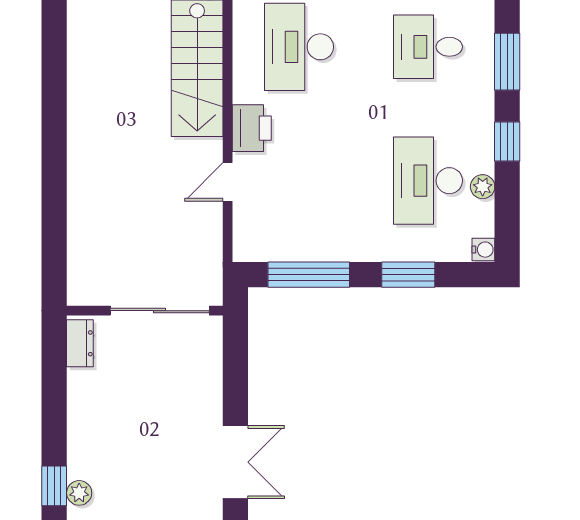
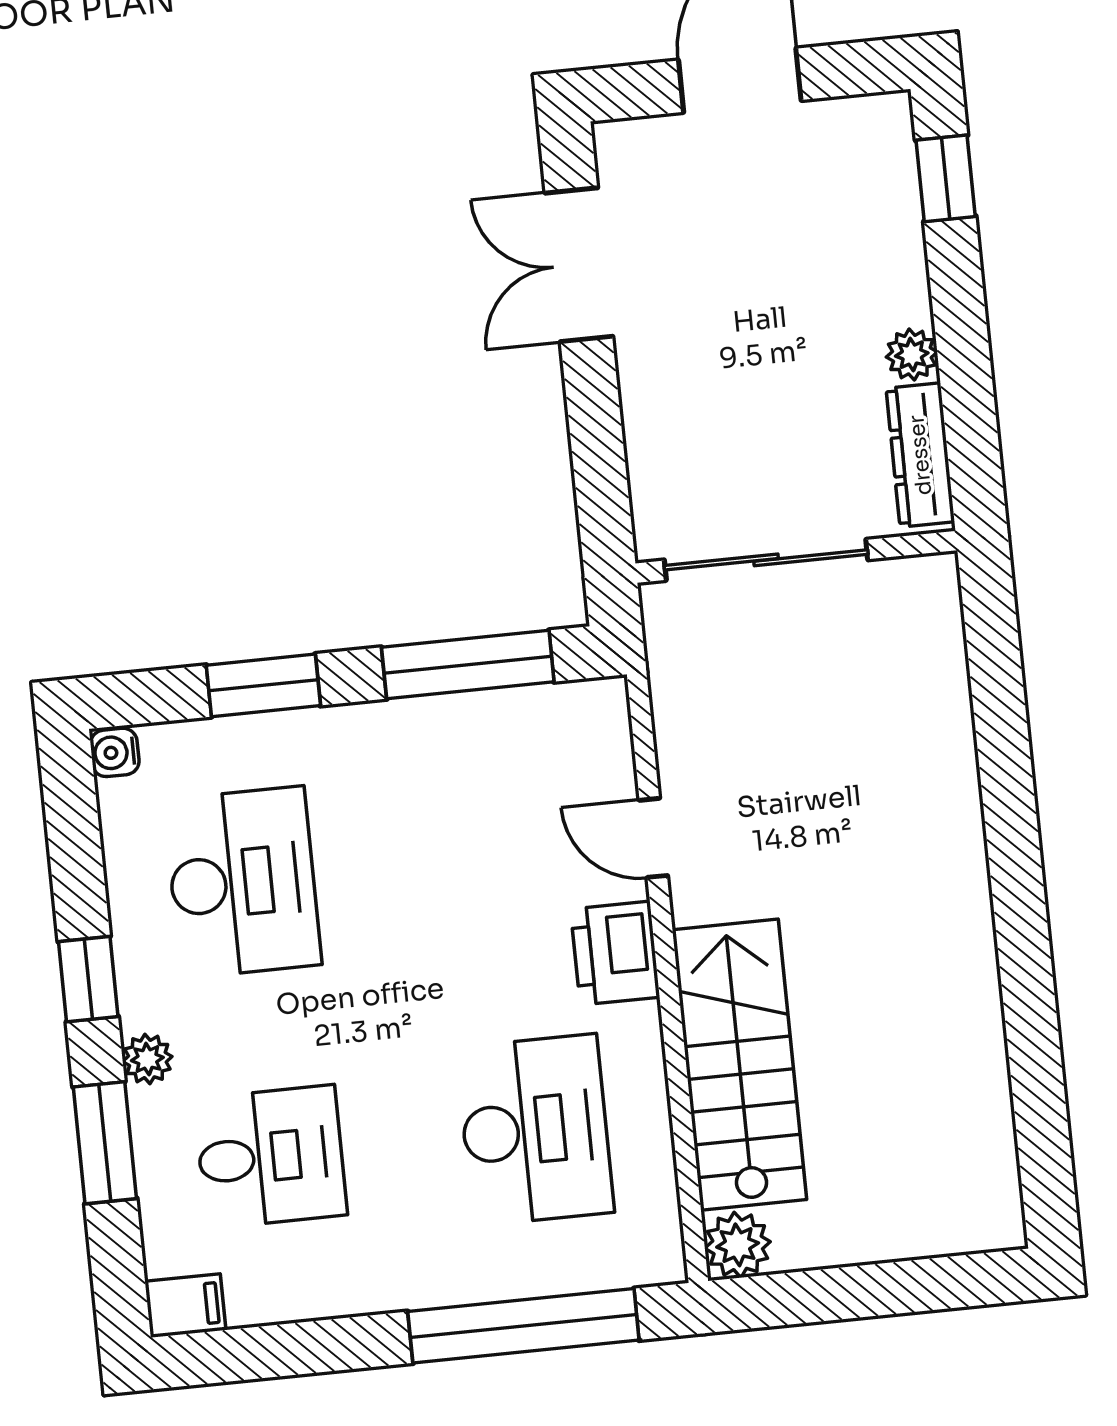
door: (228, 182) -> (653, 838), swing flipped
plant: (483, 187) -> (147, 1059), moved
dresser: (80, 343) -> (920, 455), width x1.44
plant: (79, 493) -> (912, 355), moved

